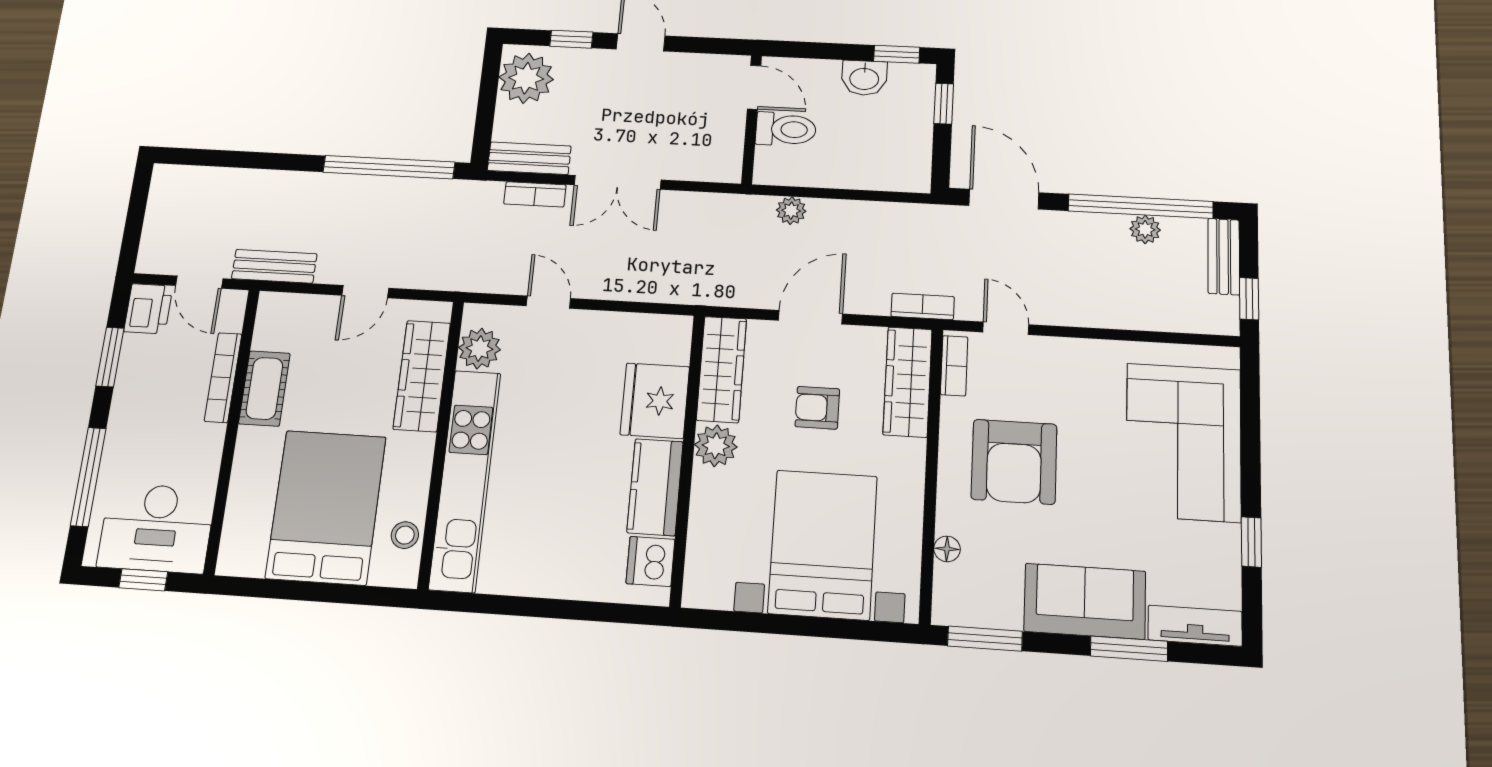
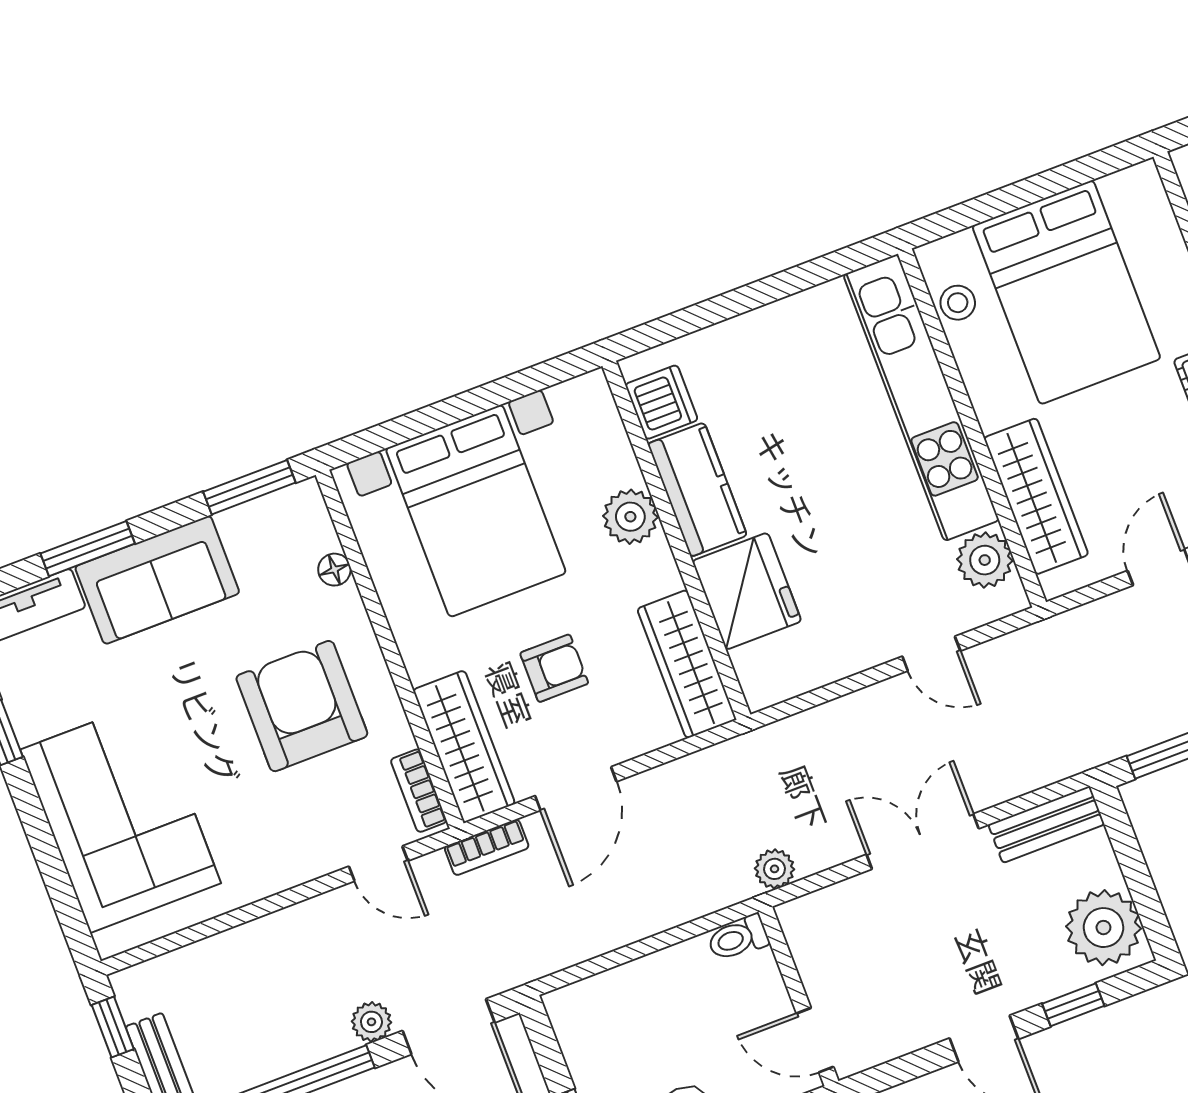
toilet: (786, 129) -> (738, 938), moved, width x0.73, depth x0.72
bookcase: (535, 194) -> (1016, 781), removed
plant: (791, 211) -> (775, 869), moved
plant: (1145, 229) -> (371, 1022), moved
door: (810, 317) -> (576, 789), moved
plant: (716, 446) -> (630, 517), moved

